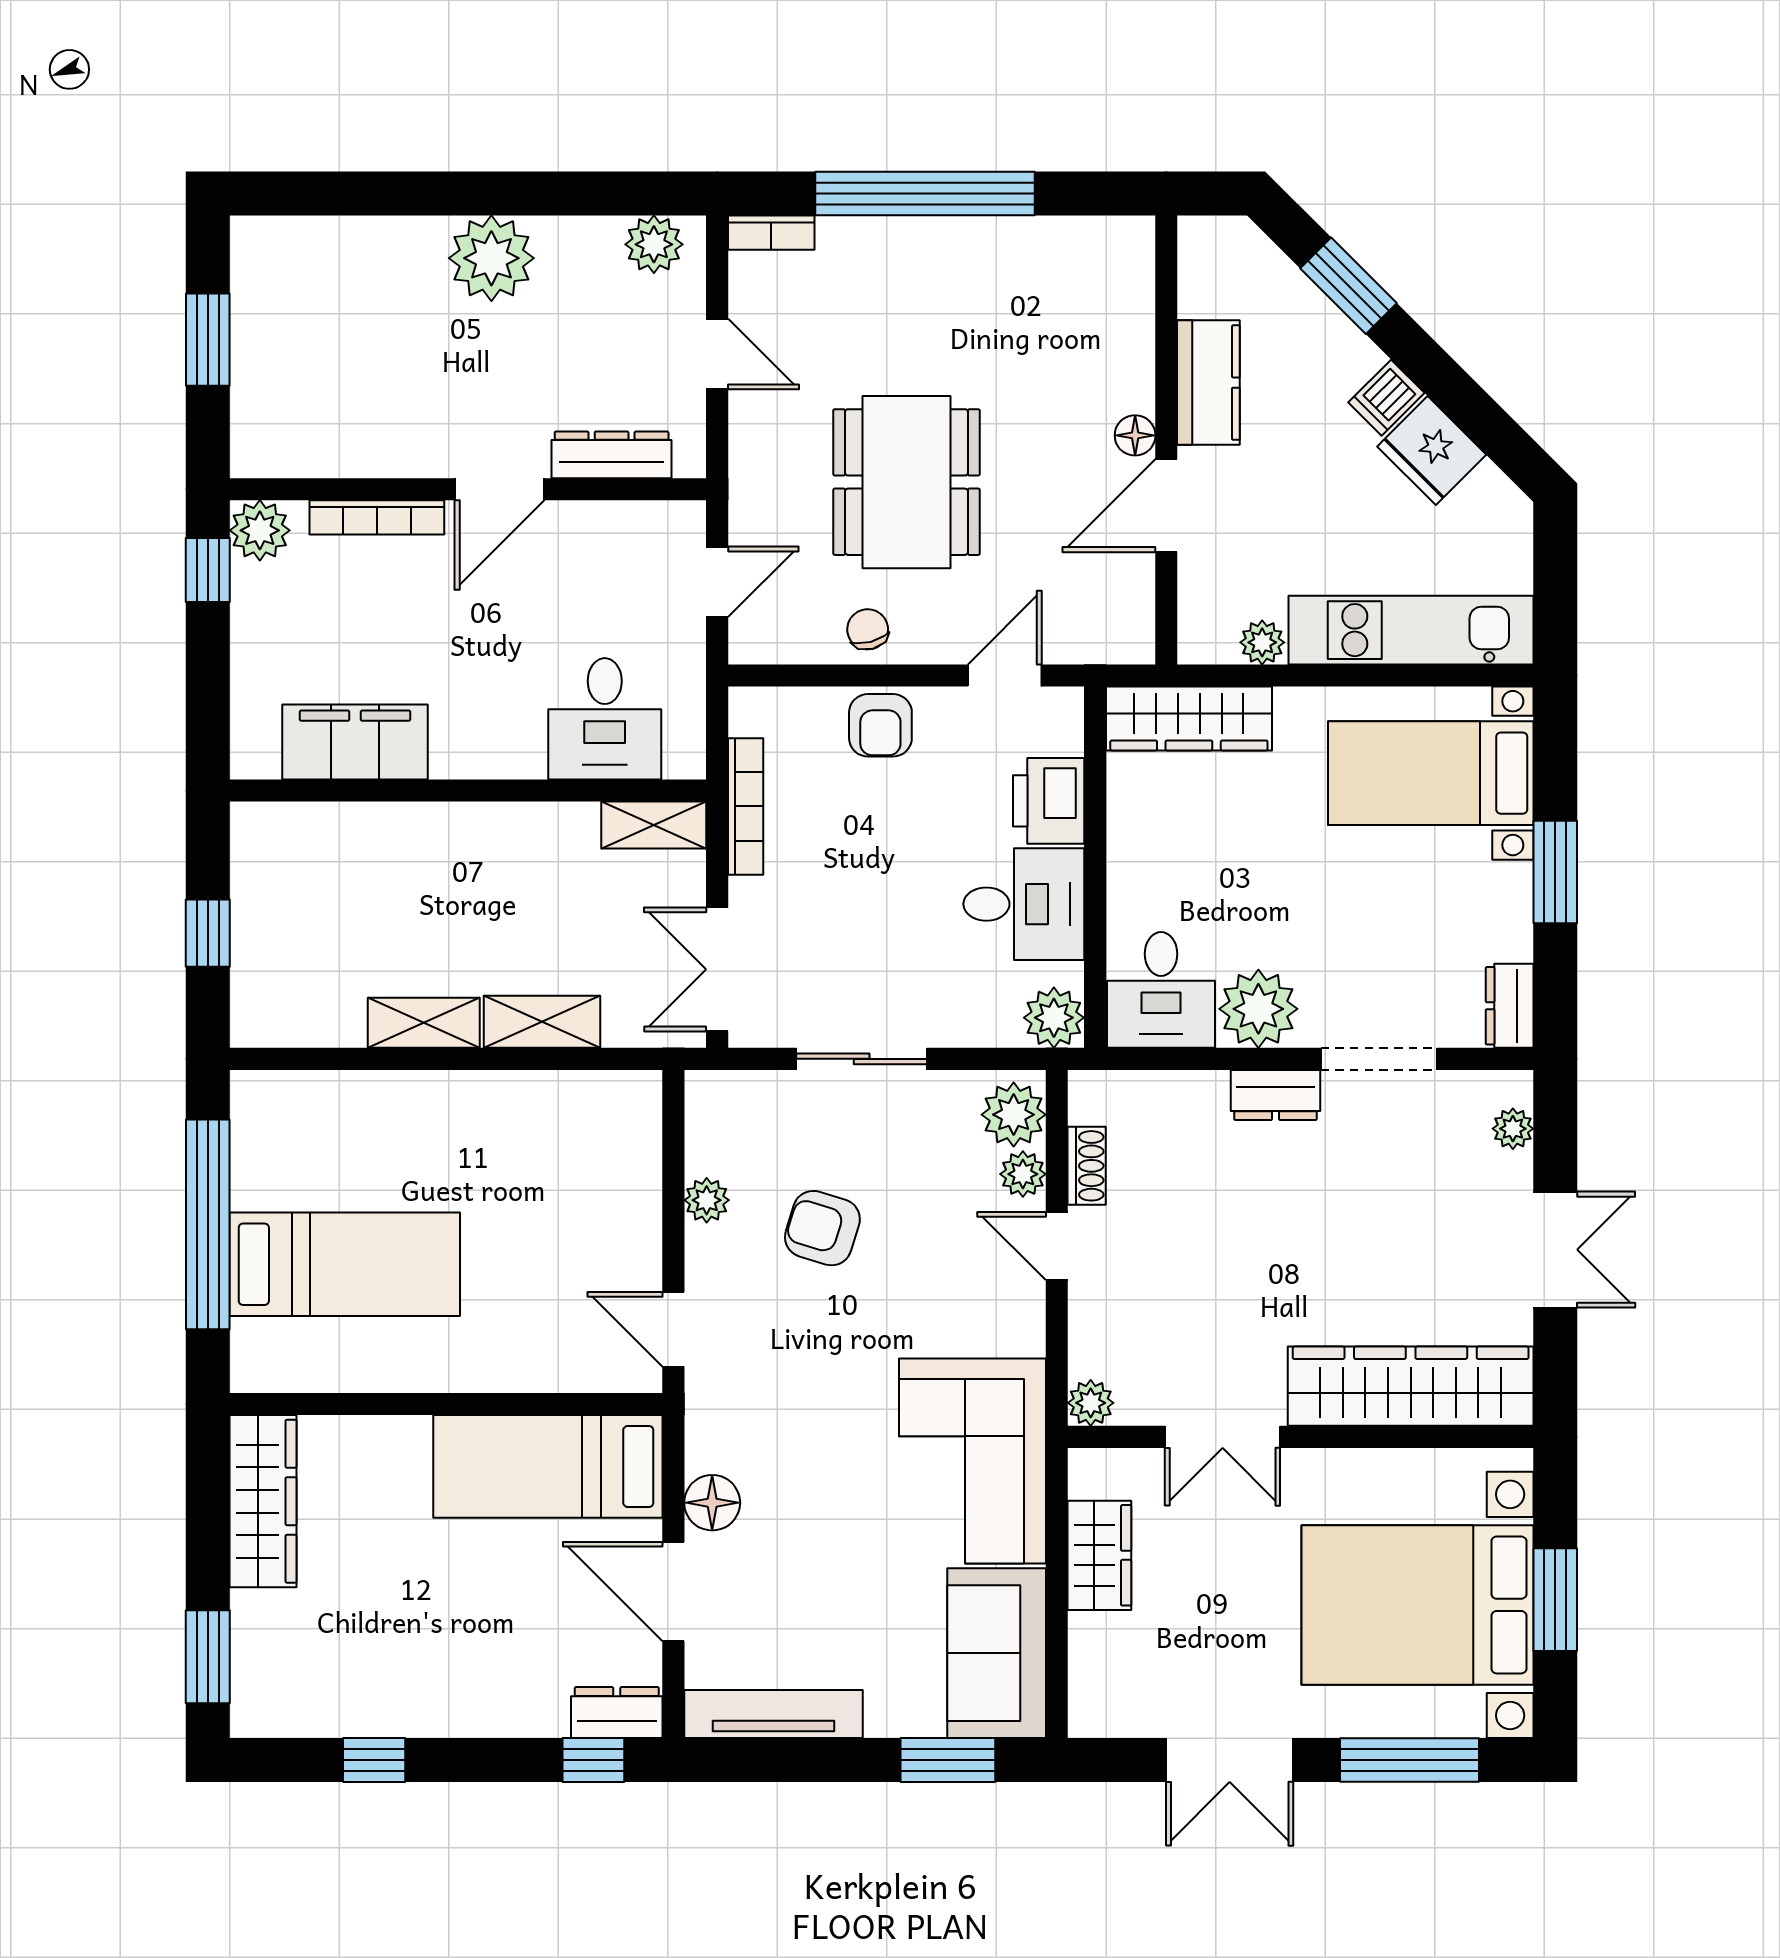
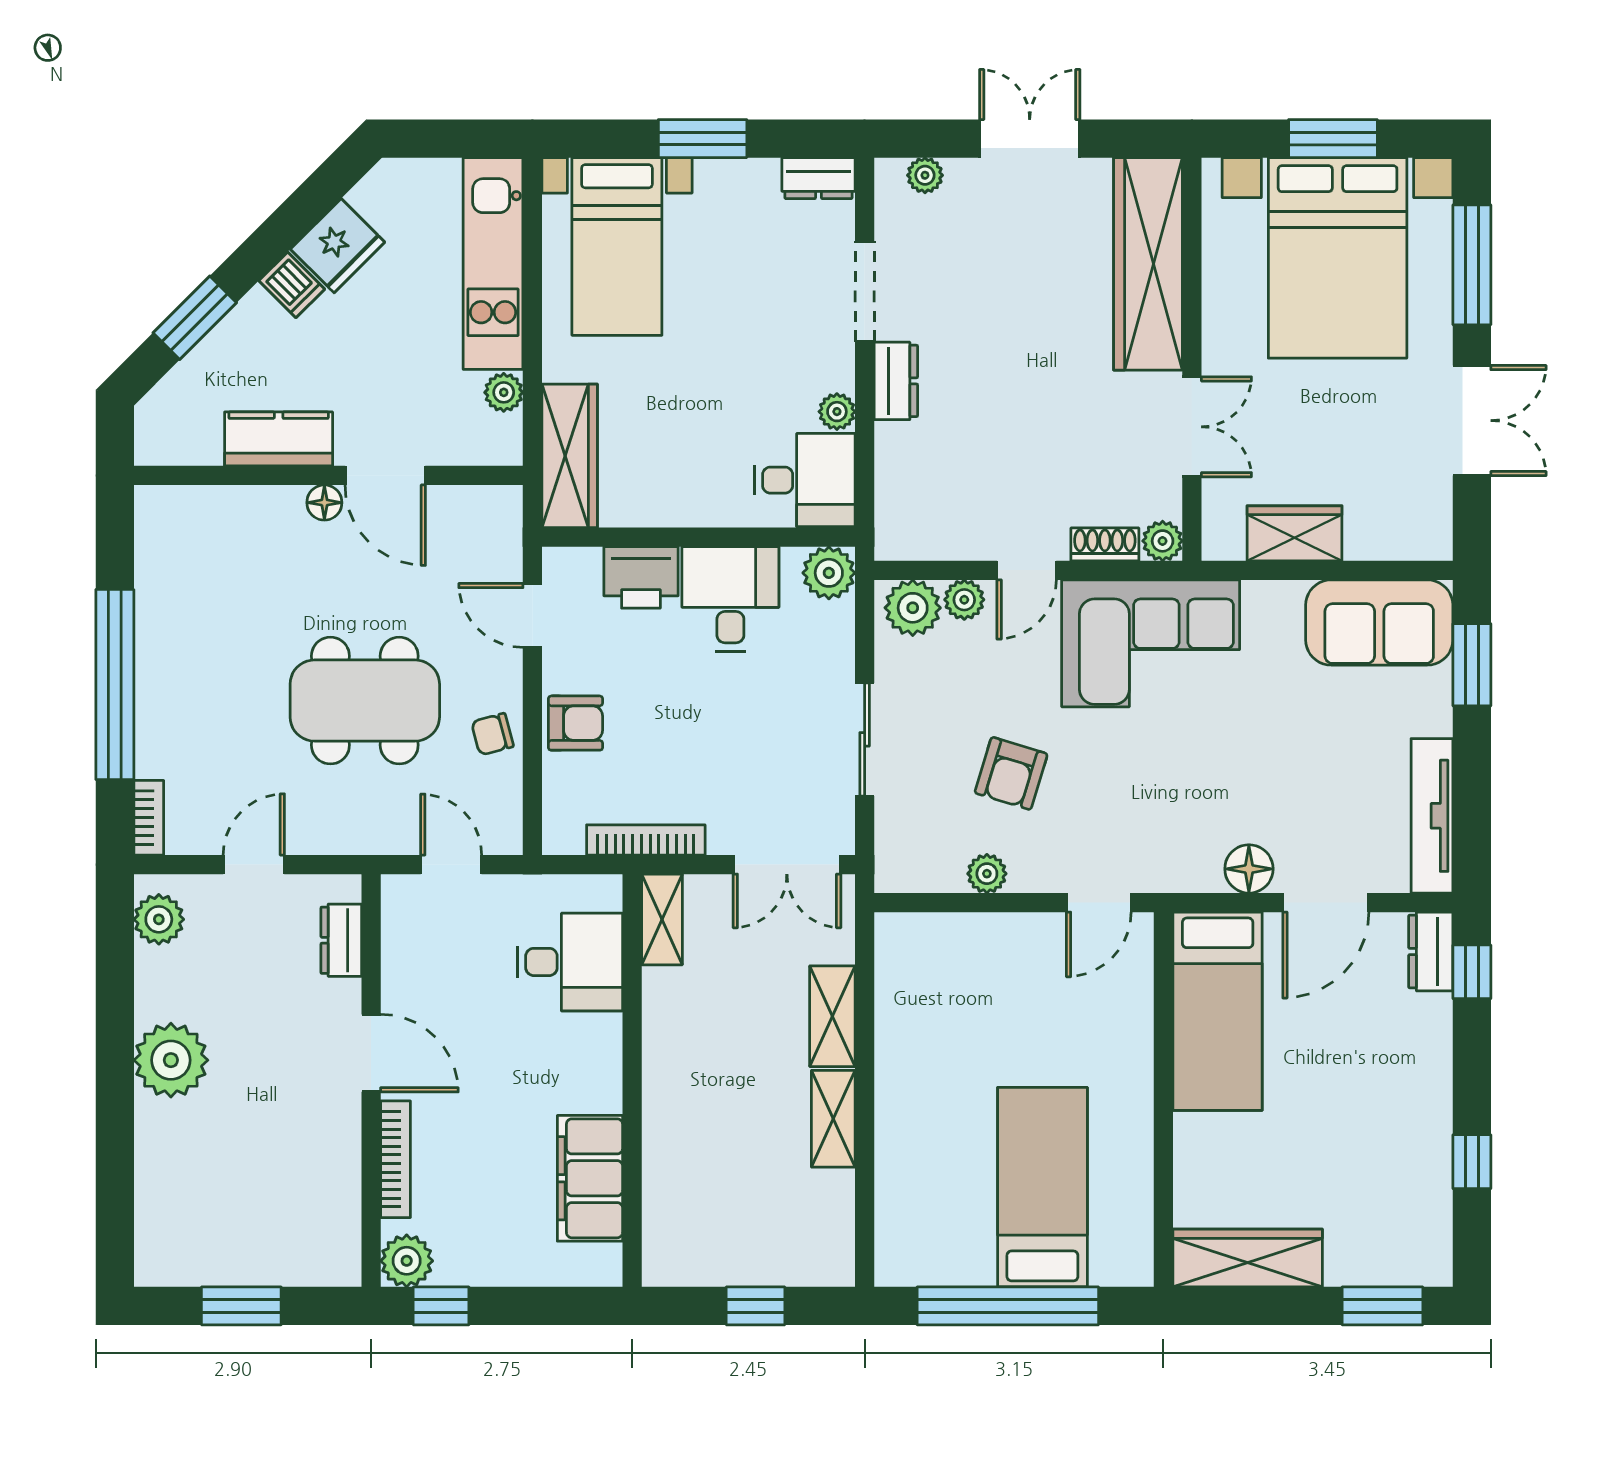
dresser: (612, 455) -> (341, 940), width x0.70
plant: (1258, 1009) -> (837, 412), width x0.53, depth x0.53
shoe rack: (1087, 1166) -> (1105, 544), moved
corner sofa: (973, 1461) -> (1151, 643), moved

